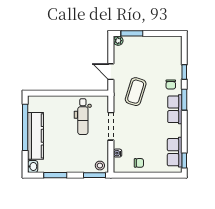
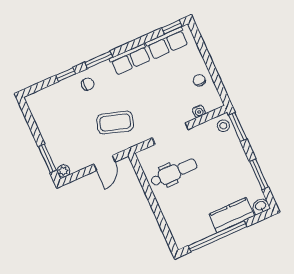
row of seats: (175, 109) -> (130, 59), moved
kitchen counter: (35, 136) -> (232, 215), width x0.67

